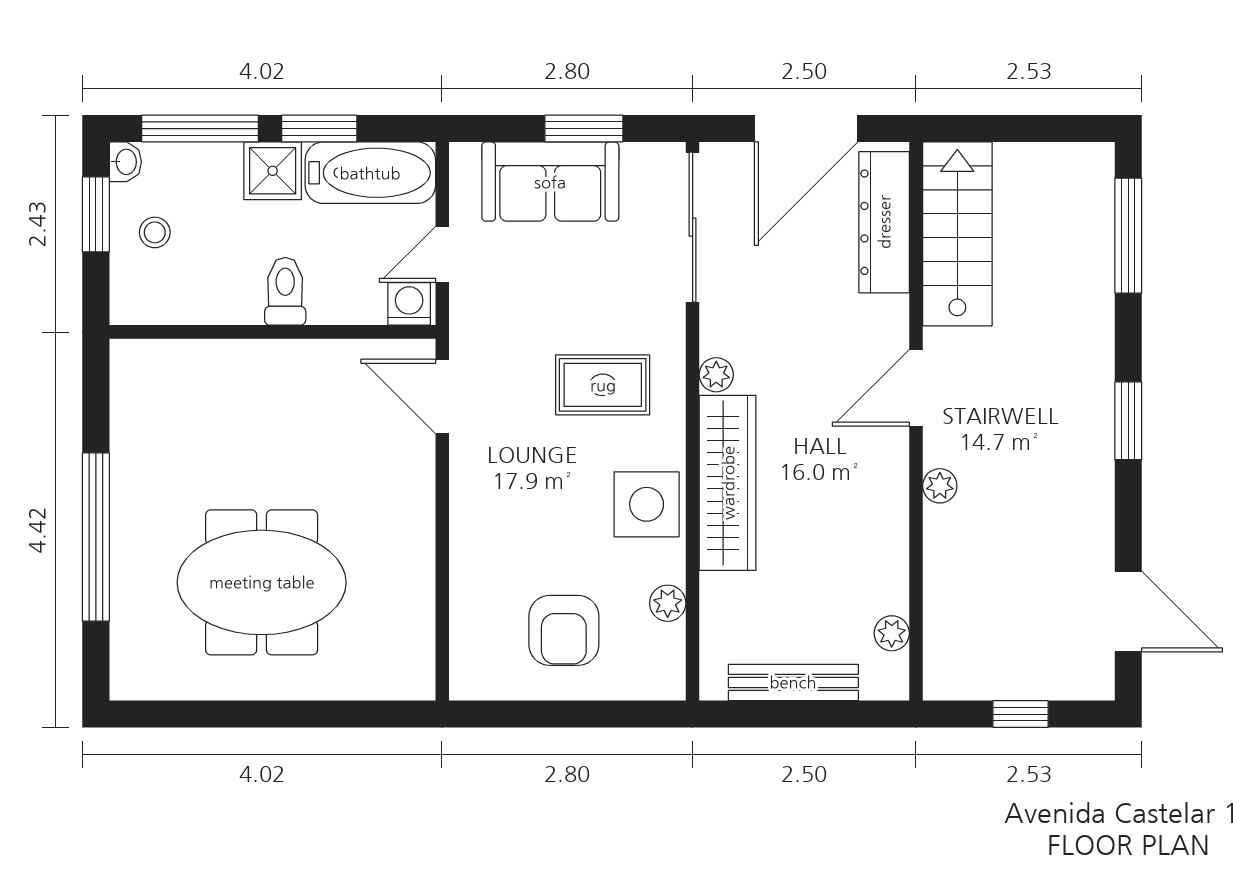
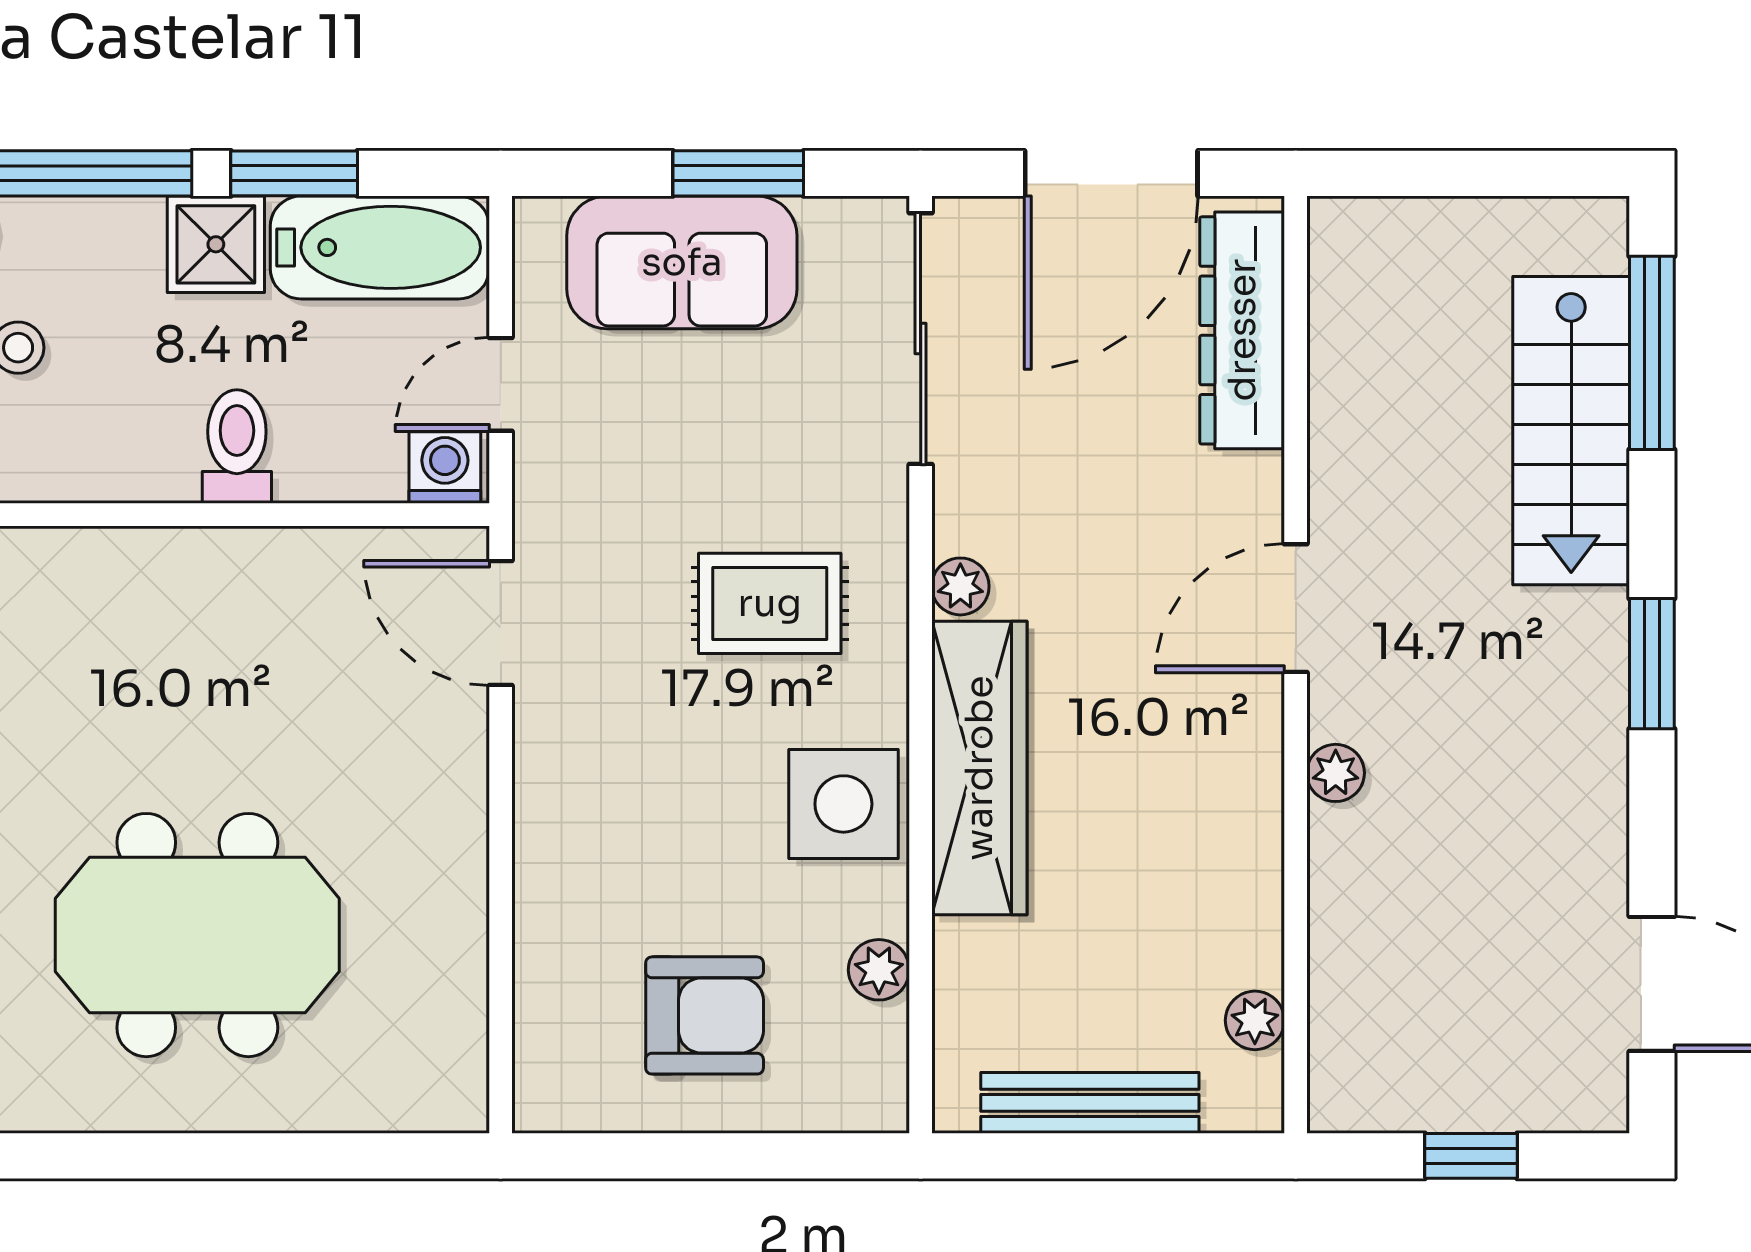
stairs: (957, 234) -> (1571, 431), moved, turned 180
armchair: (564, 630) -> (705, 1015), turned -90

